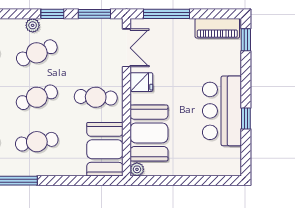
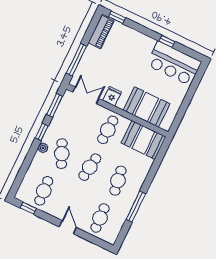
cafe table: (37, 97) -> (90, 167), turned 30
bar counter: (222, 111) -> (174, 63), moved
plant: (137, 169) -> (166, 126), removed

